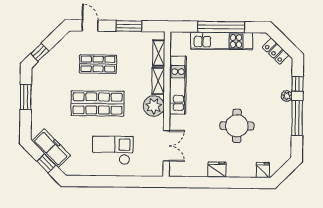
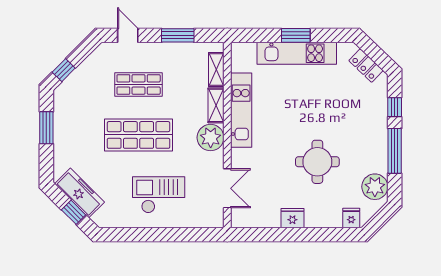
window: (221, 27) -> (296, 35), width x0.47
plant: (287, 96) -> (375, 187), moved, width x1.87, depth x1.87

